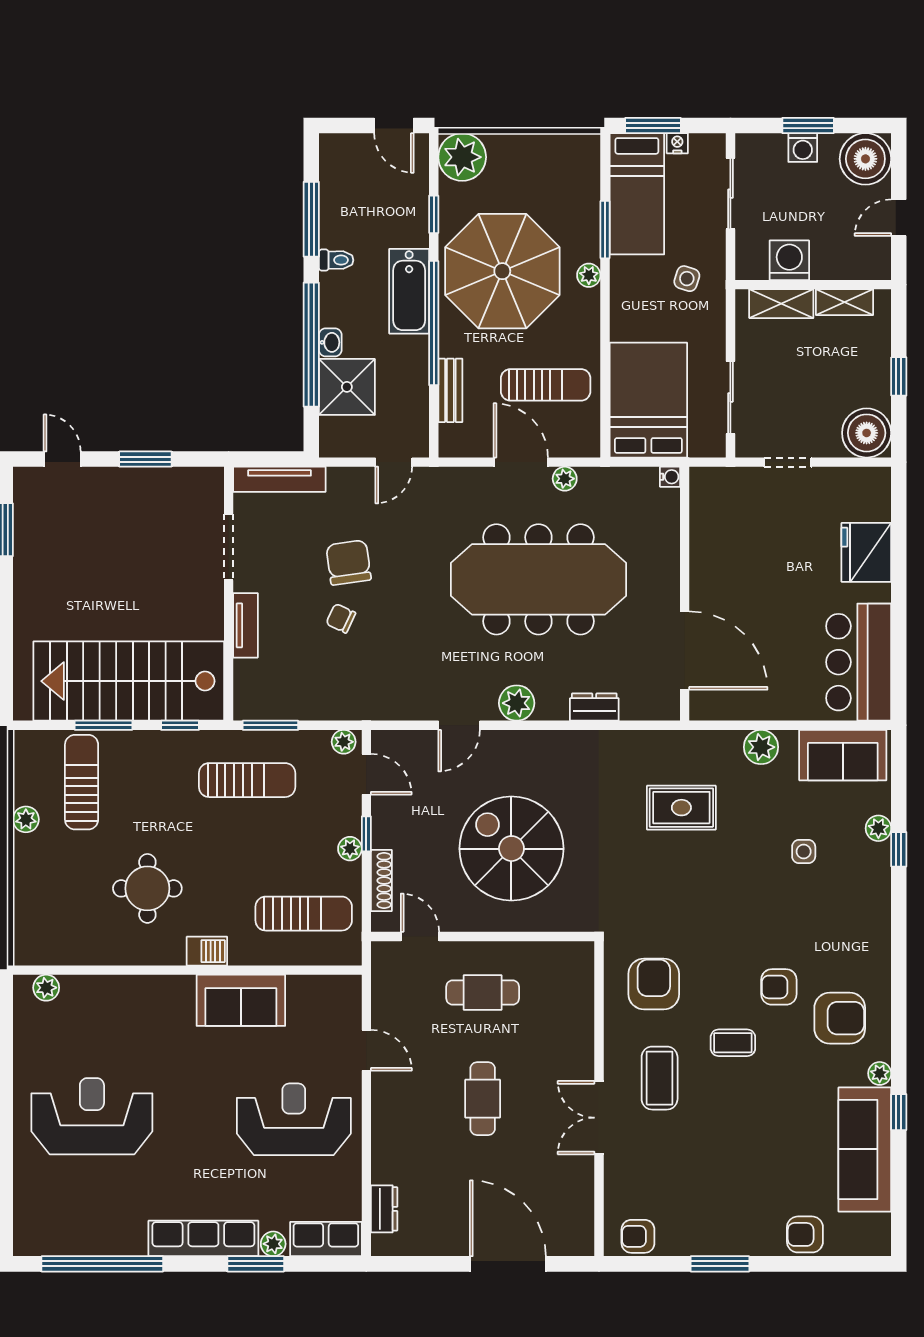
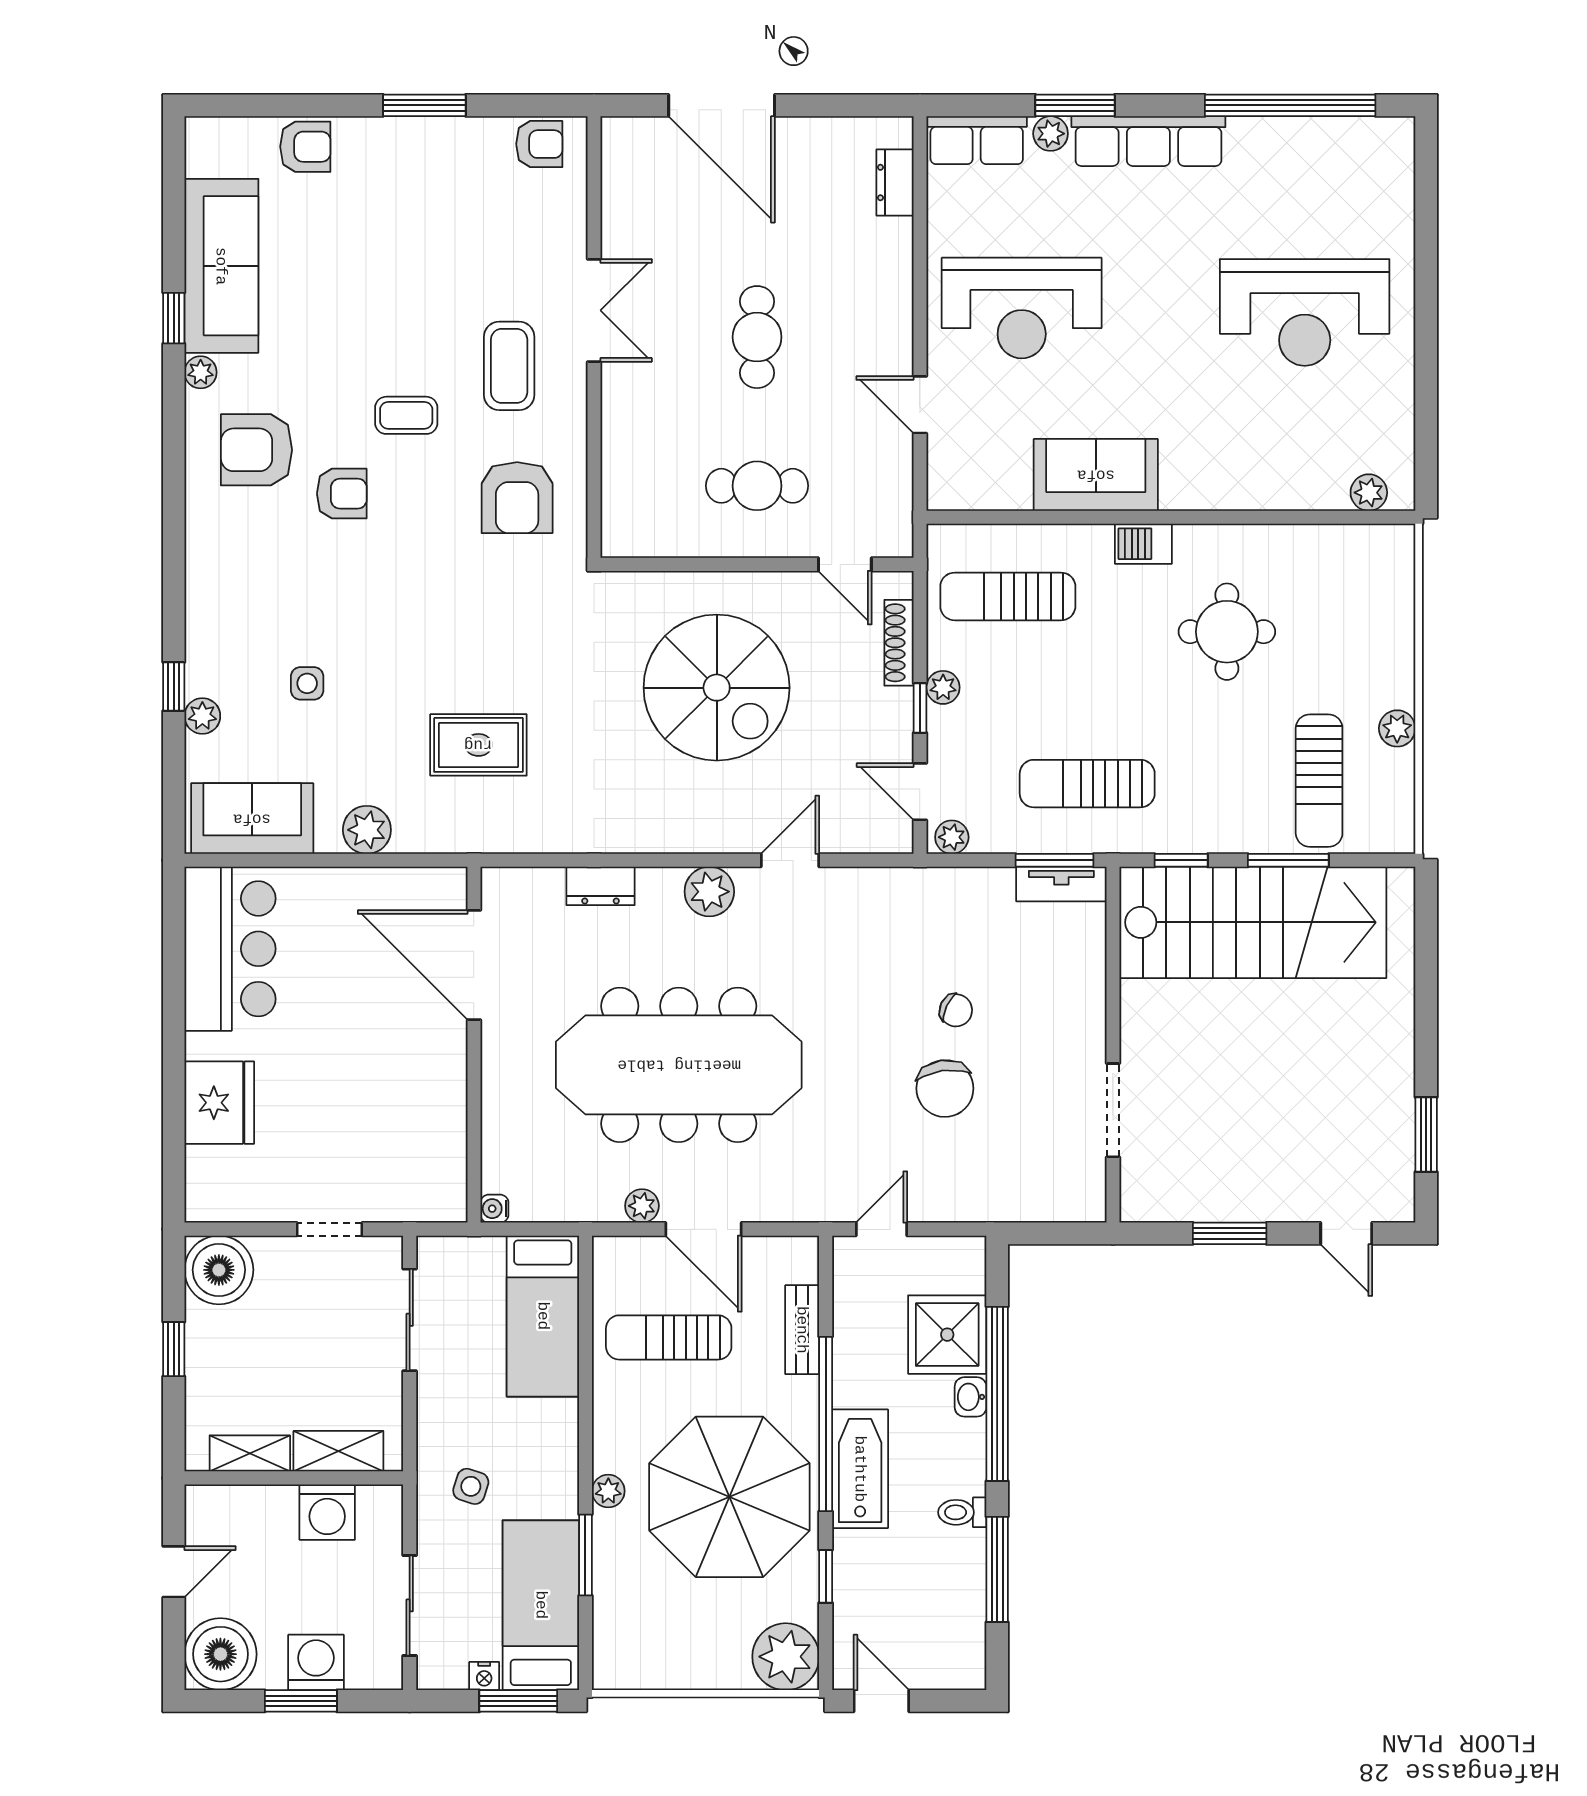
washing machine: (803, 148) -> (316, 1662), width x1.38, depth x1.38
bed: (648, 400) -> (543, 1316), width x0.67
tv unit: (279, 479) -> (1042, 1205), removed
tv unit: (246, 625) -> (1061, 884), moved, turned -90

